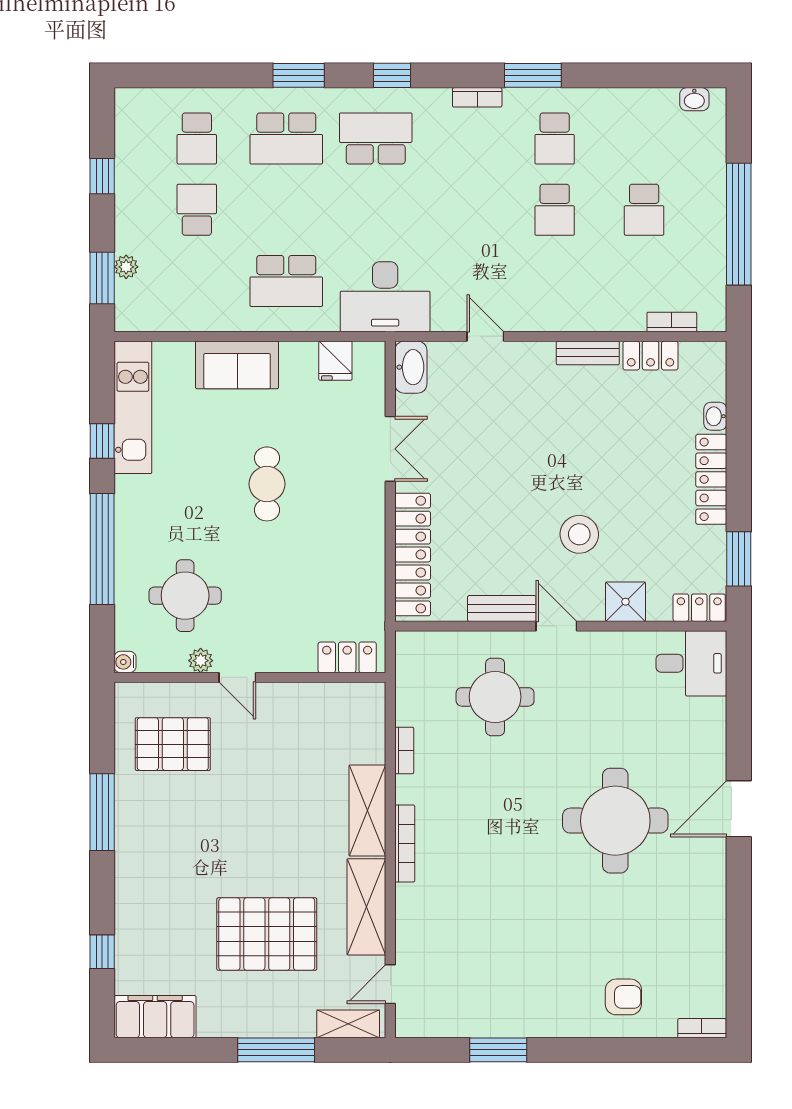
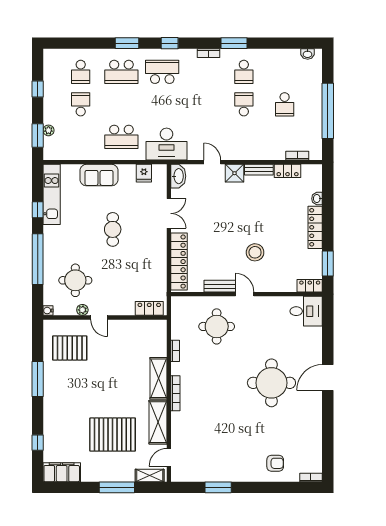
school desk: (555, 210) -> (244, 104), turned 180
shower: (626, 602) -> (234, 173), moved

